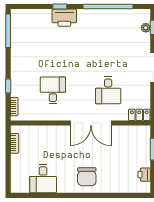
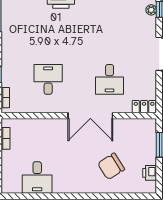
chair: (87, 177) -> (111, 166), moved, turned 58

